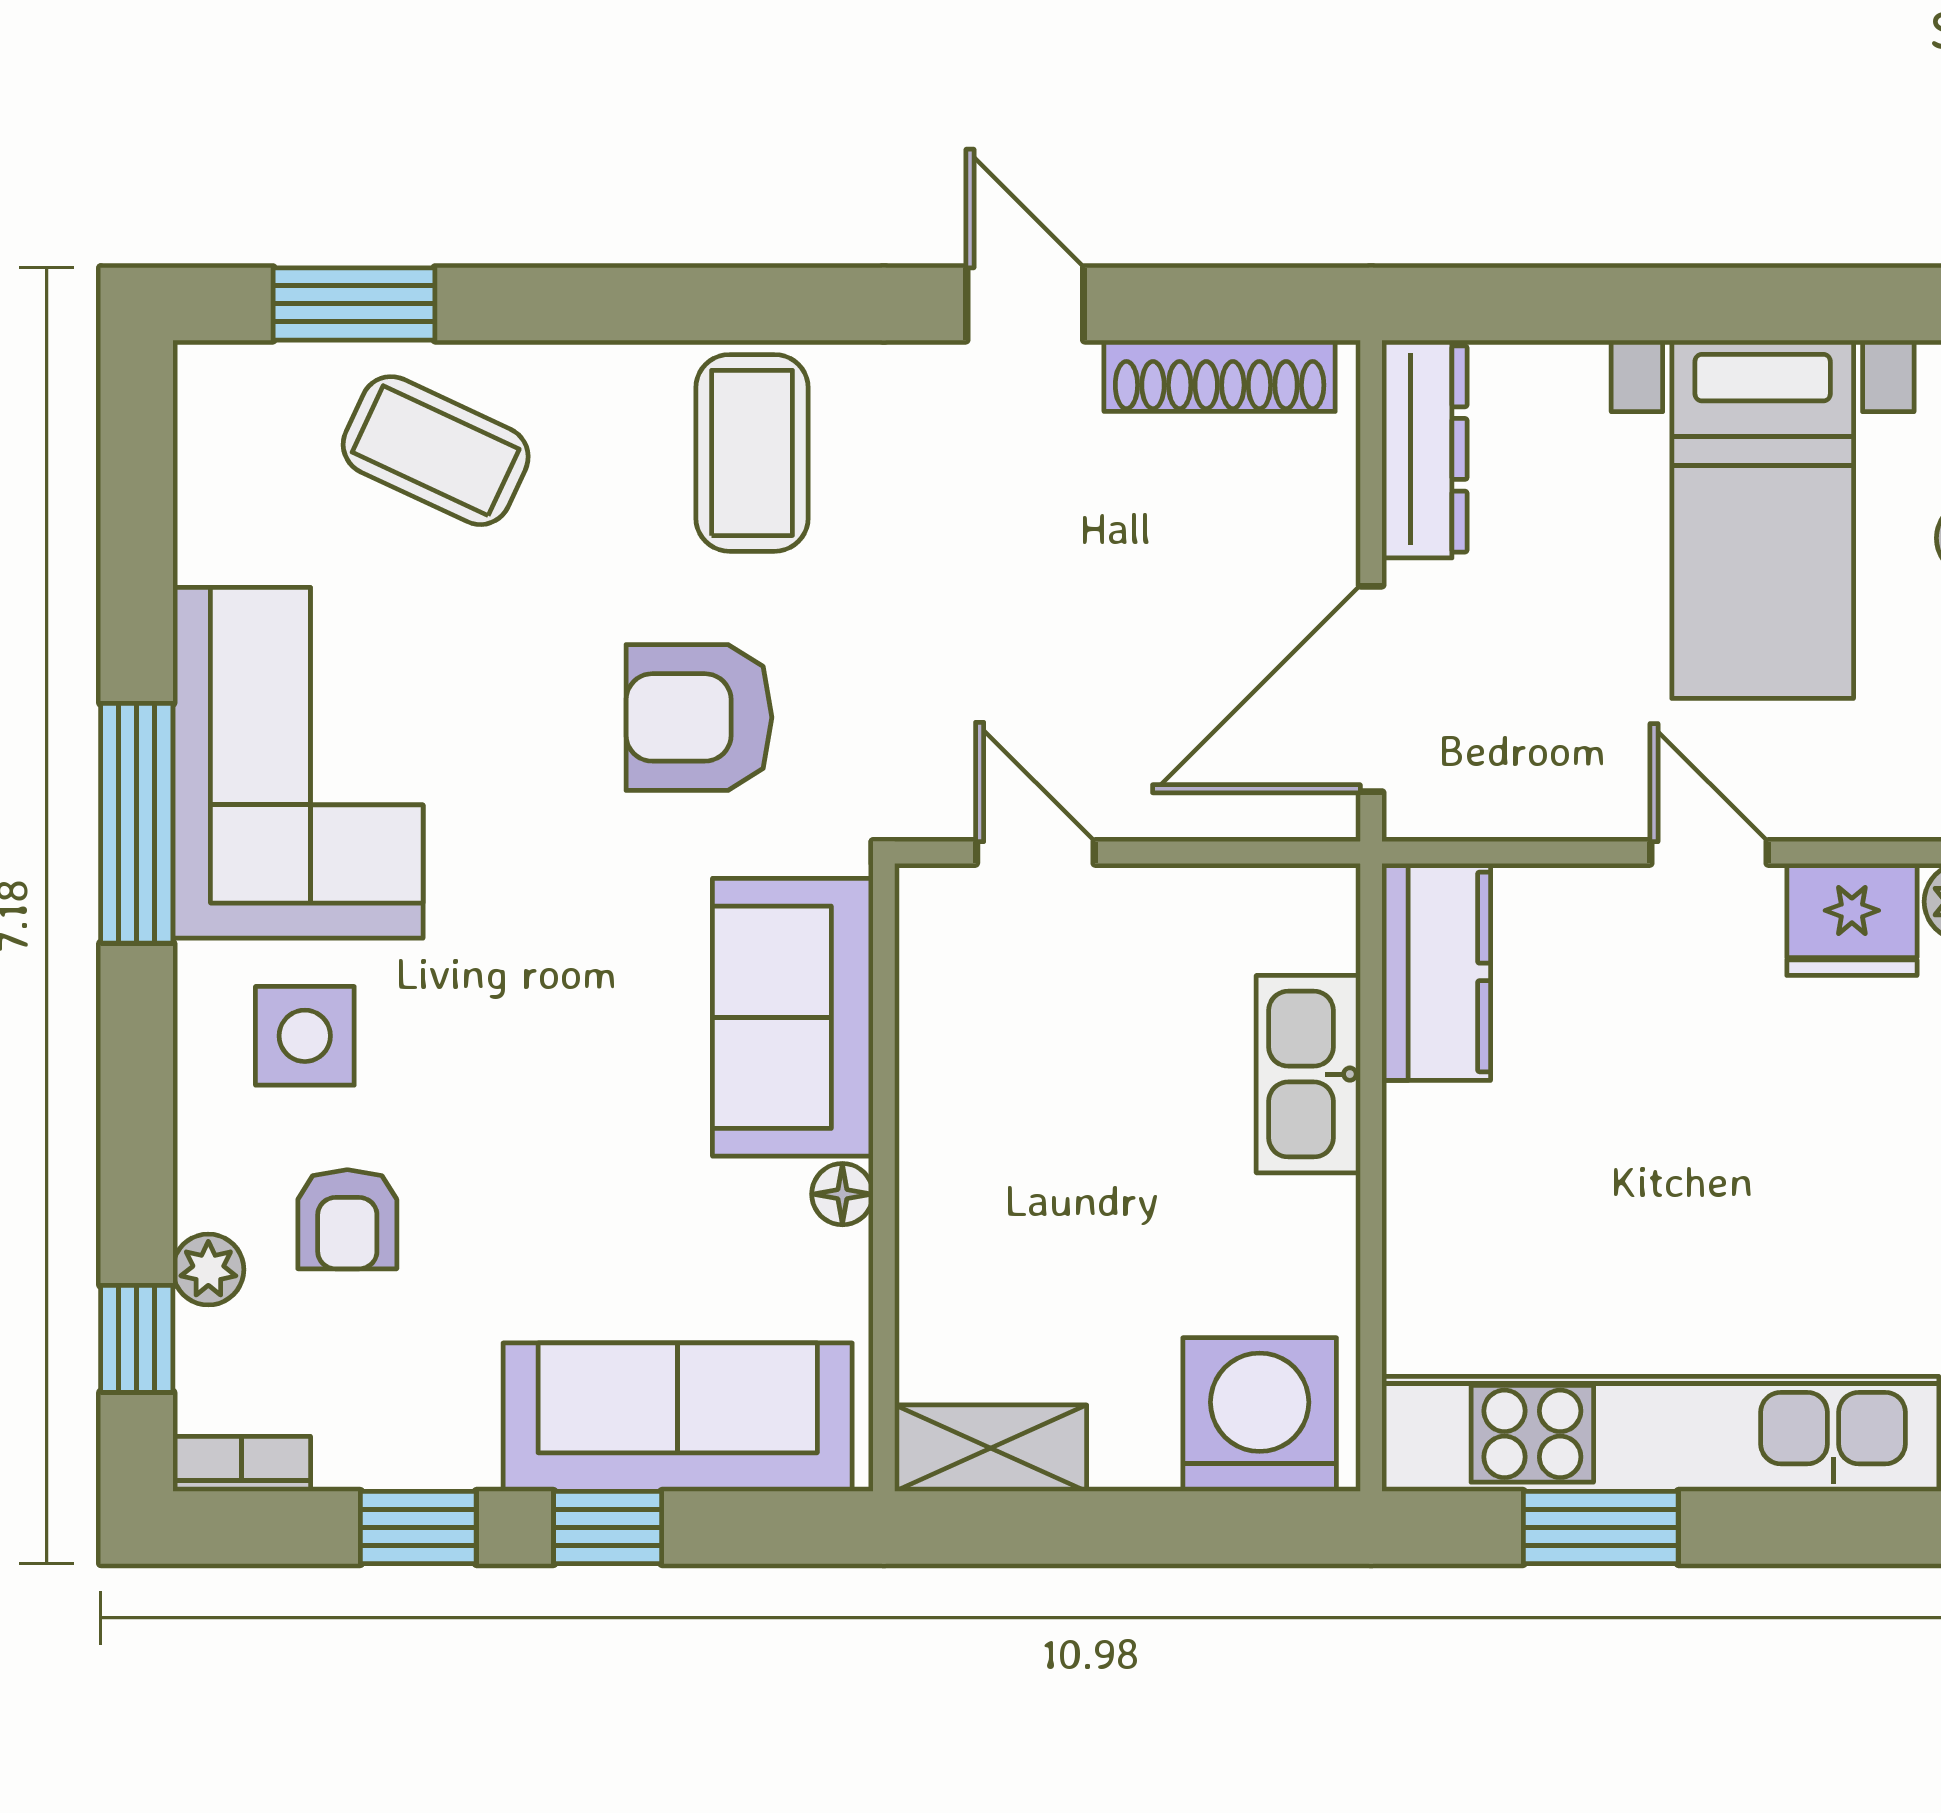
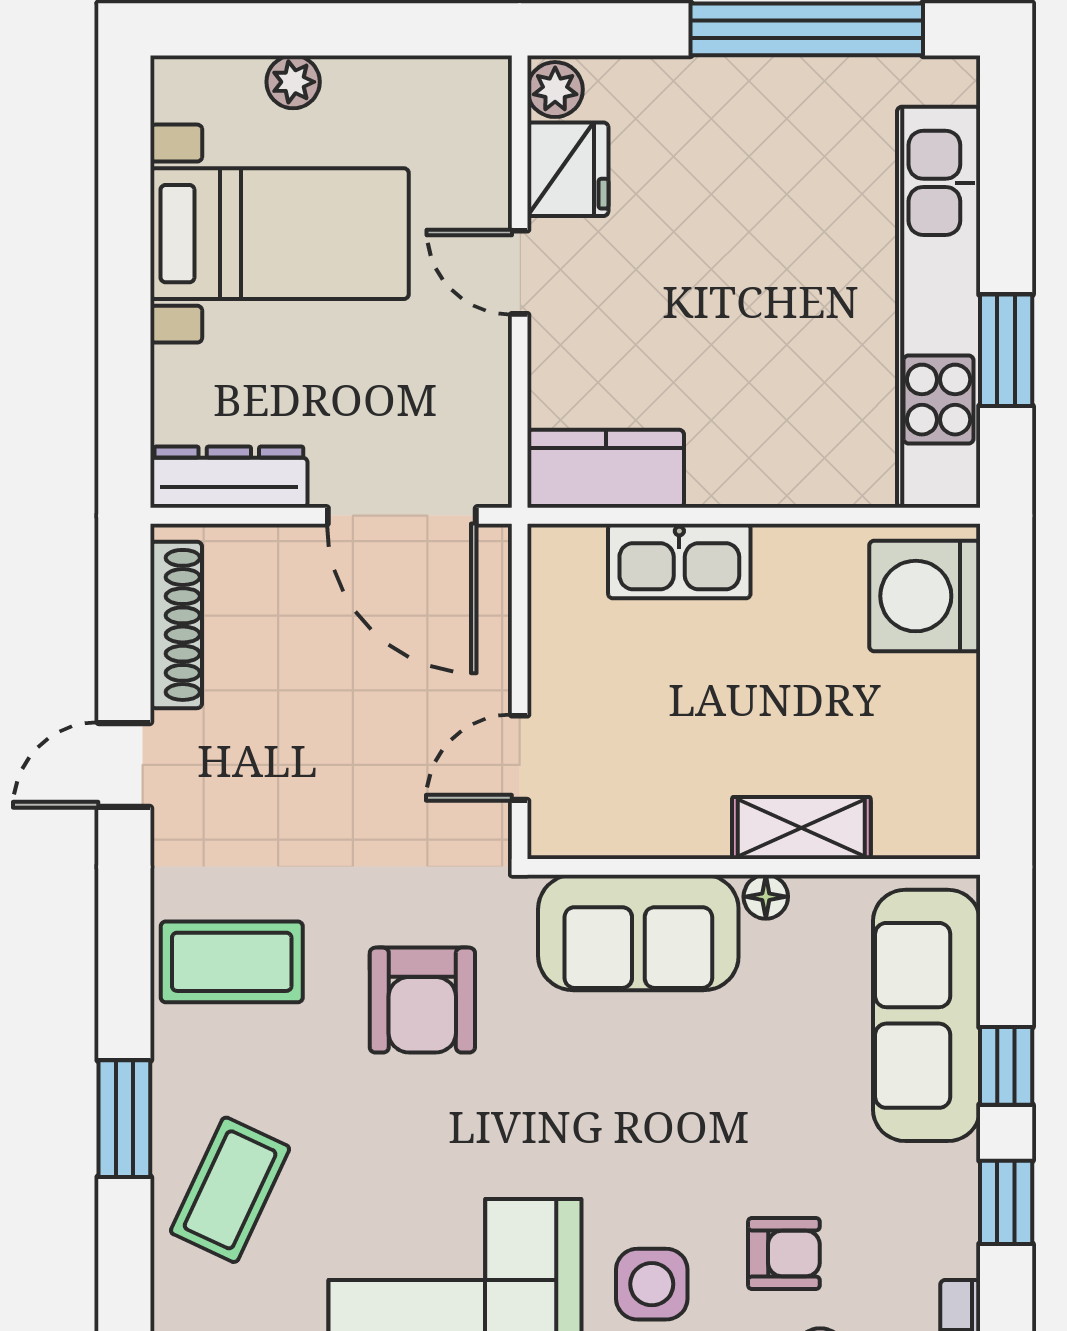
window: (354, 304) -> (124, 1119), moved
door: (1709, 853) -> (520, 272), hinge flipped
shelving: (991, 1448) -> (801, 828), moved, turned 90

